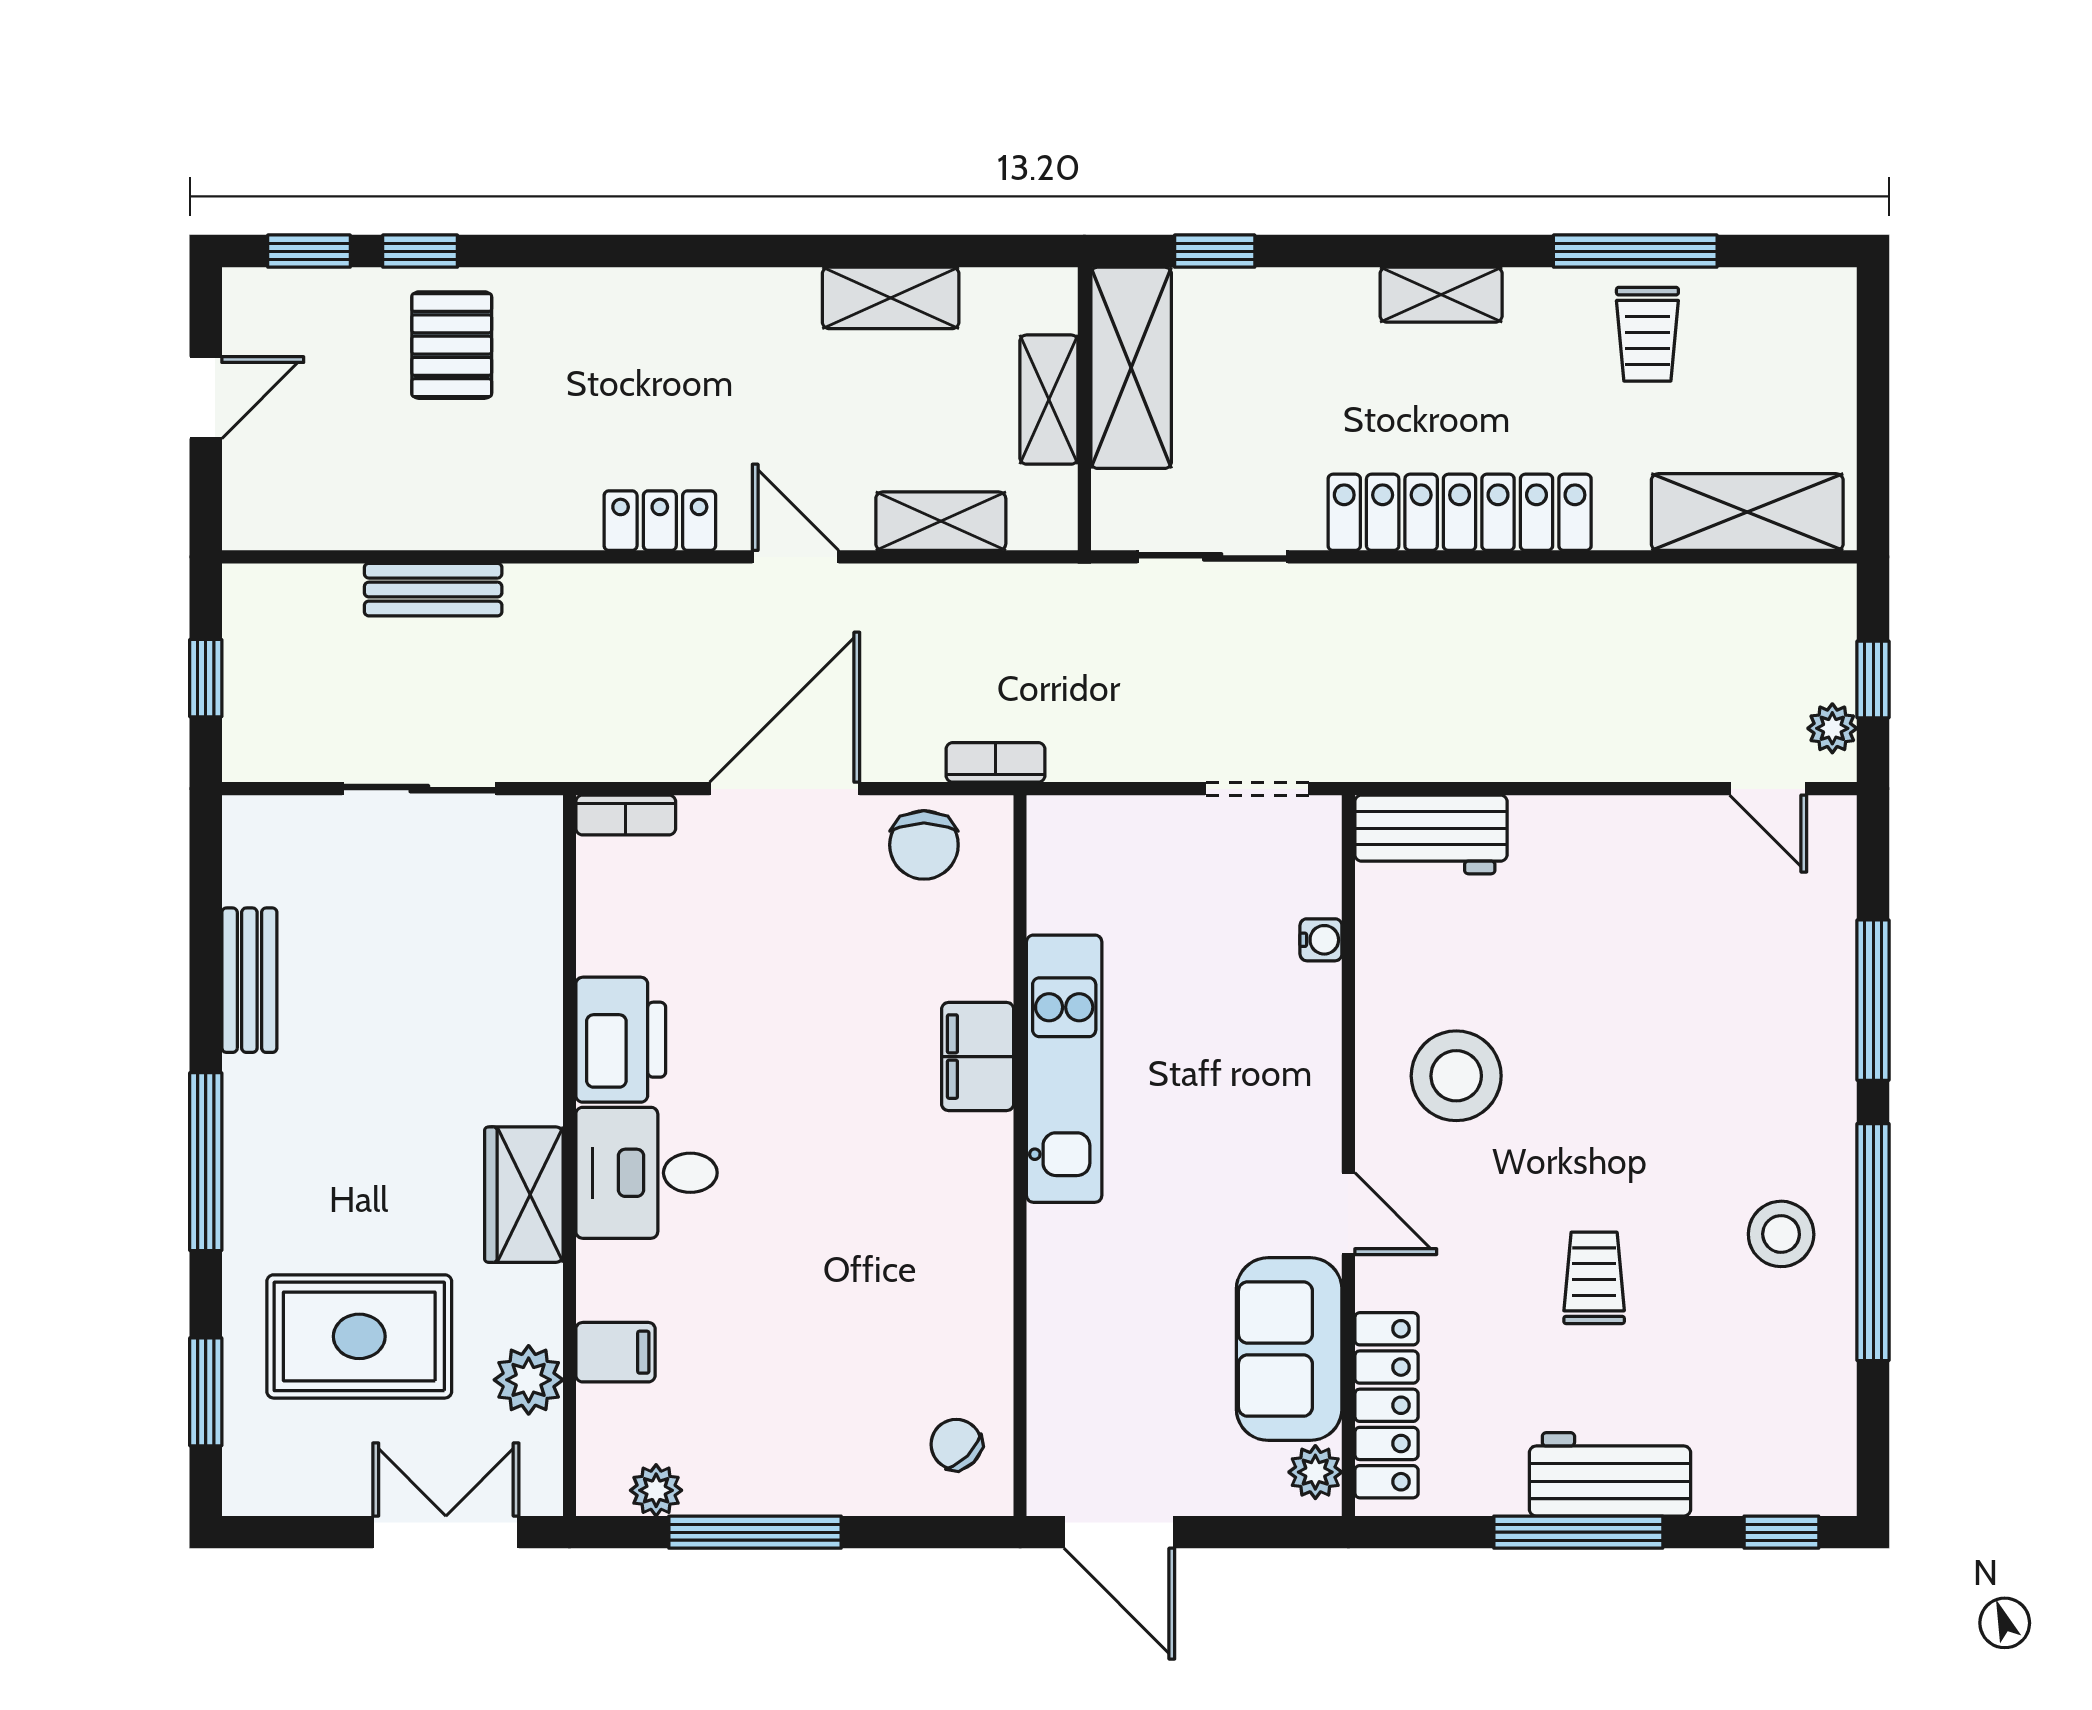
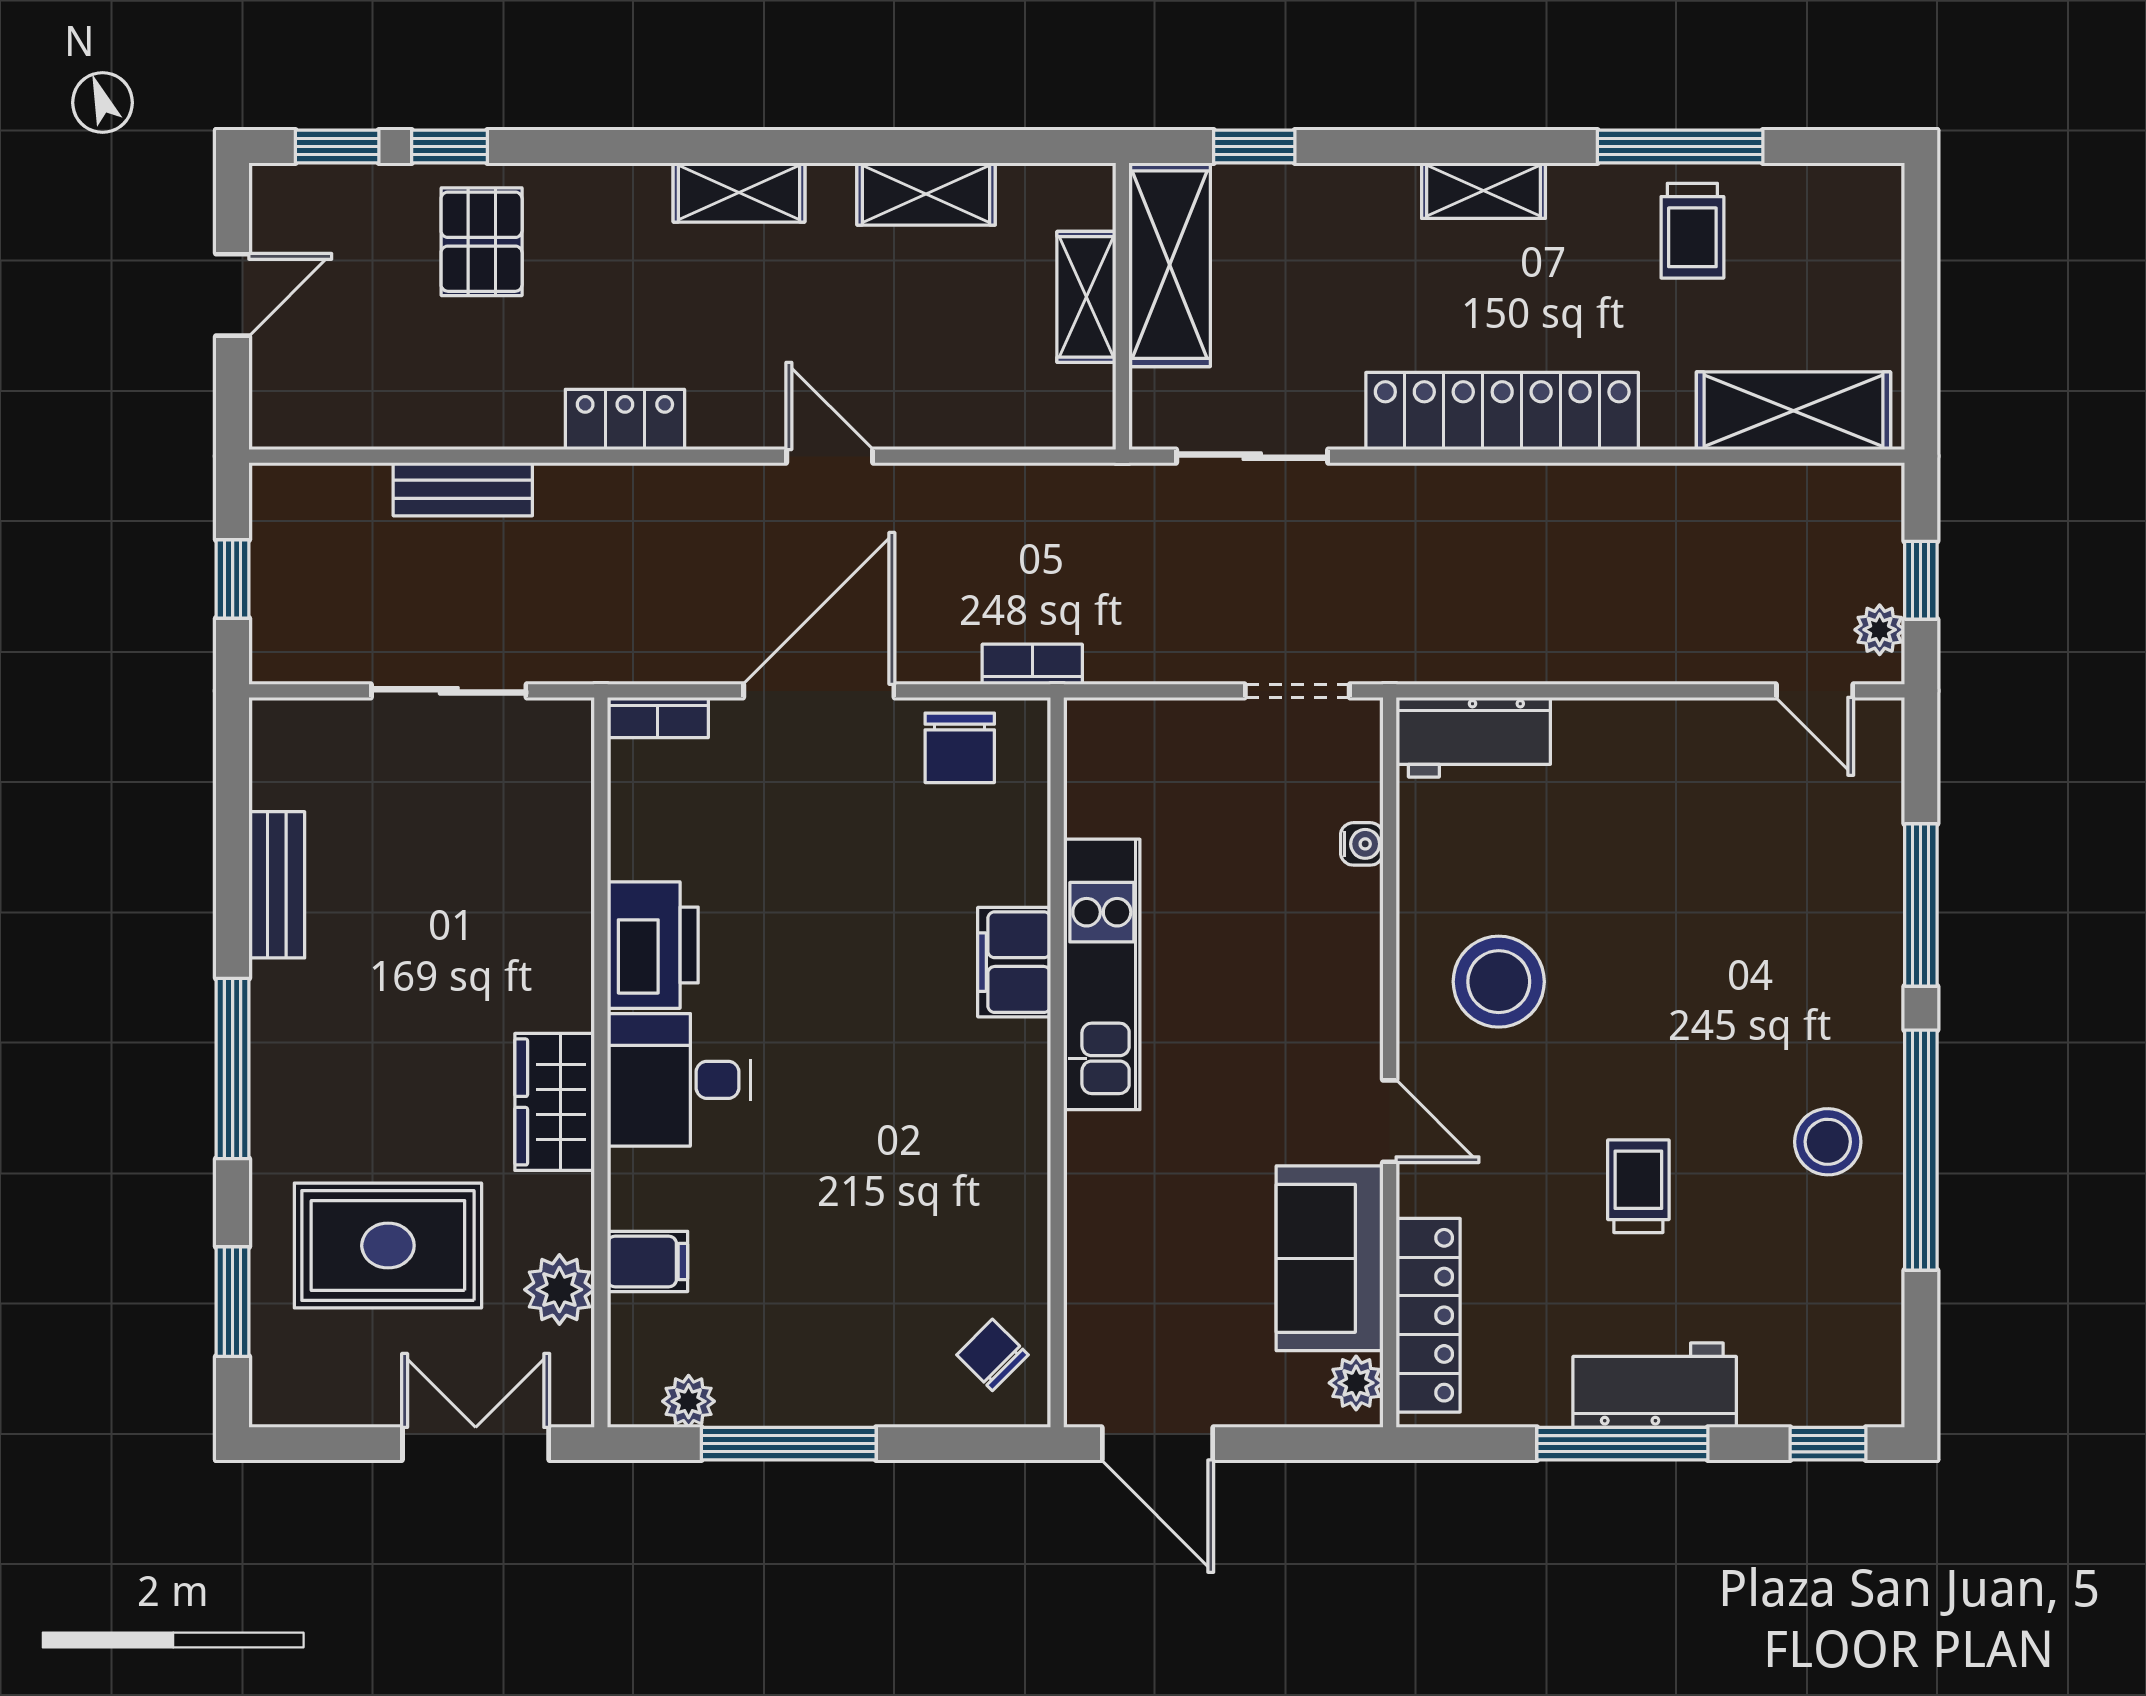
locker: (660, 521) -> (625, 419), moved
shelving: (941, 521) -> (739, 192), moved

